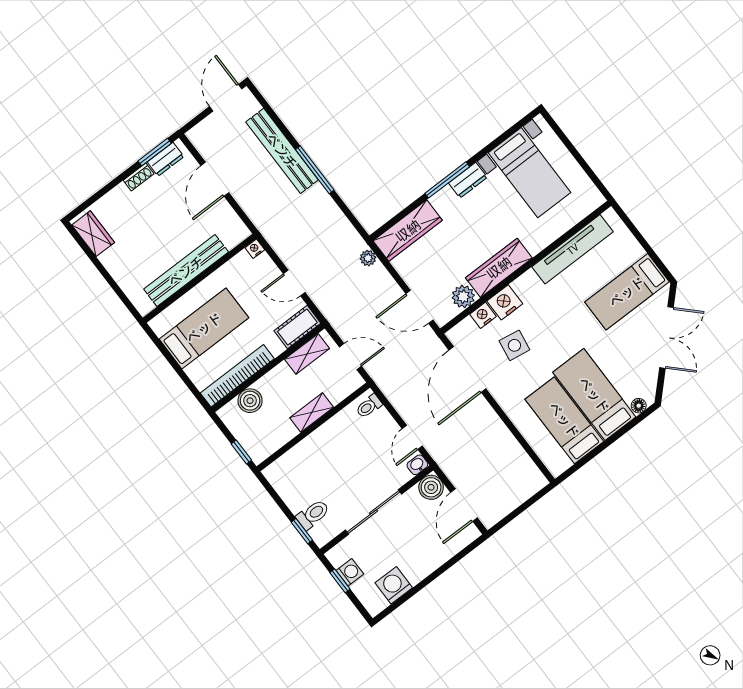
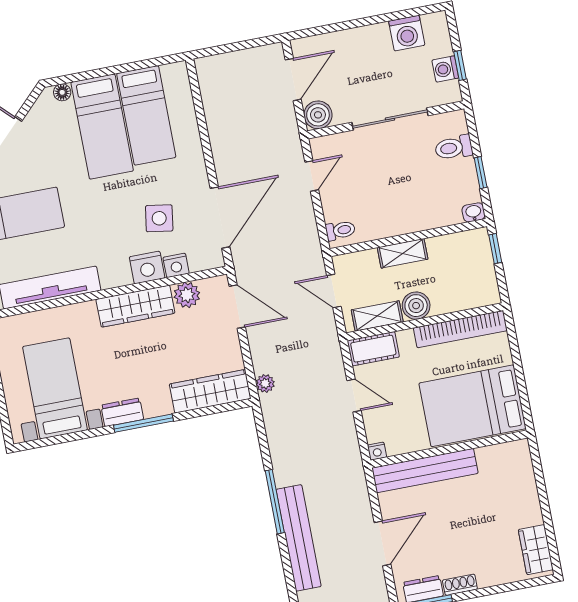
bench: (186, 271) -> (425, 471), moved
bed: (204, 328) -> (472, 406), width x1.50
boiler: (250, 401) -> (416, 306), moved
washbasin: (417, 465) -> (474, 212), moved, turned 180
window: (302, 531) -> (481, 173), moved

